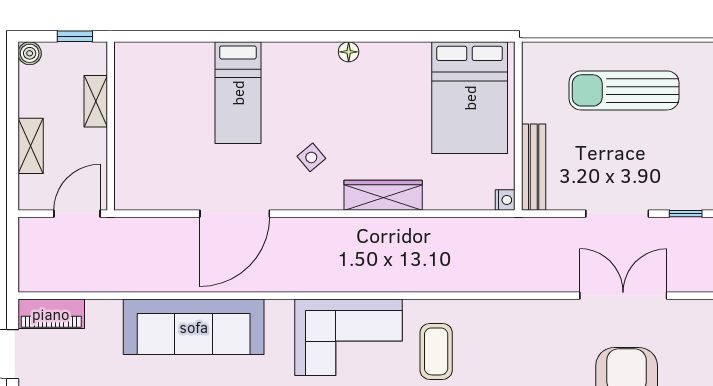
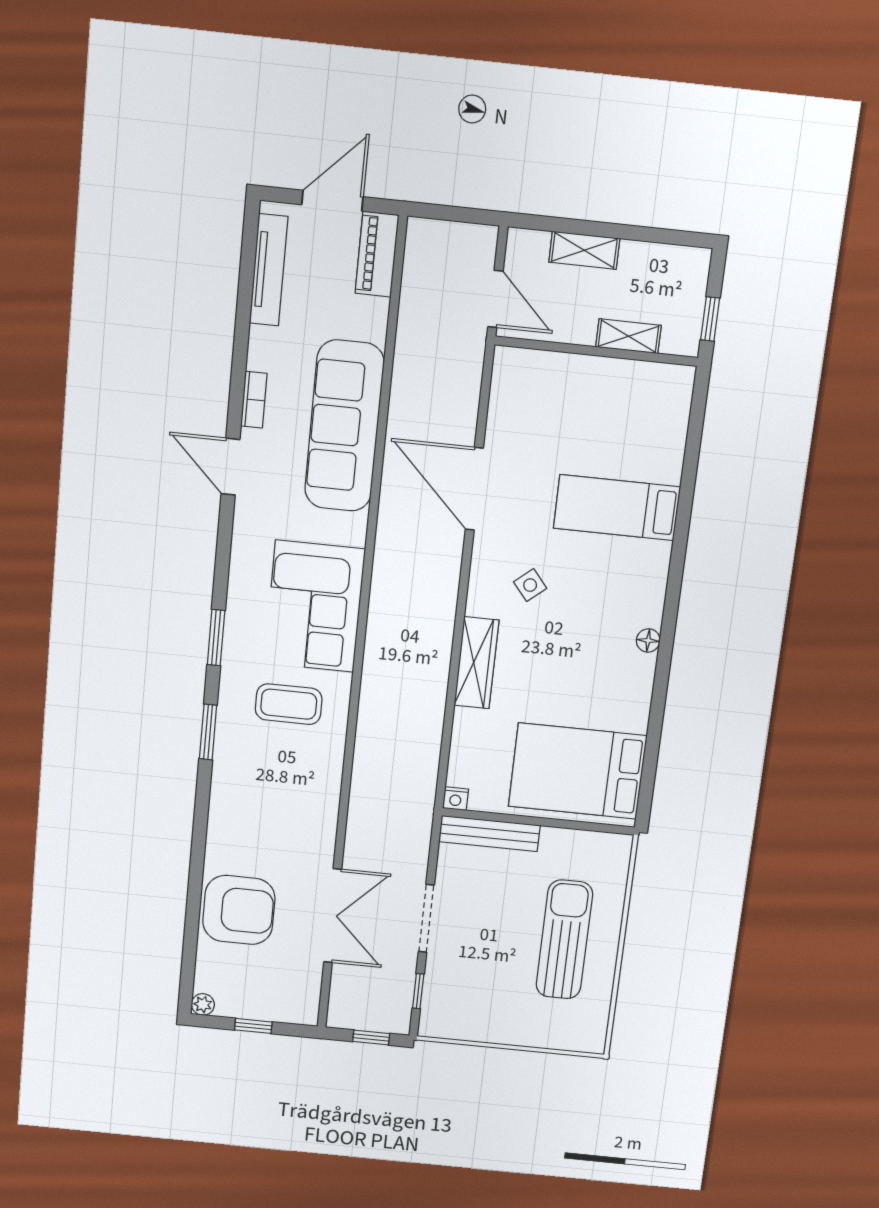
boiler: (30, 53) -> (697, 261), removed

